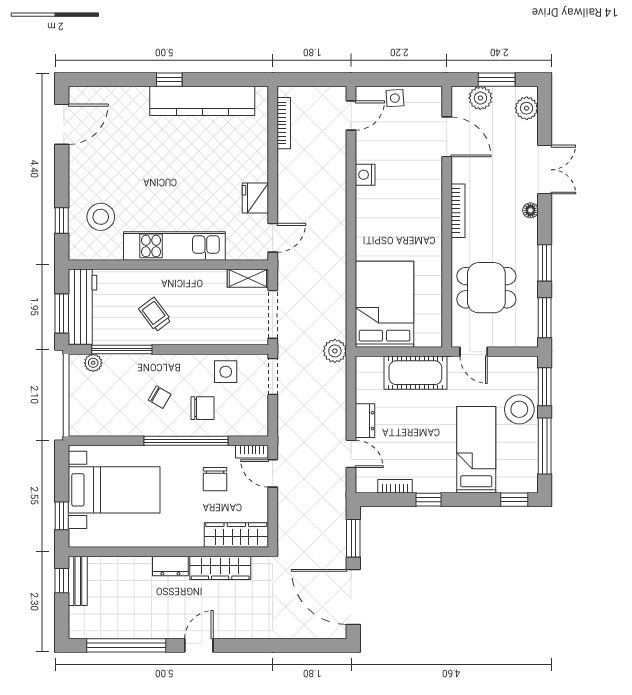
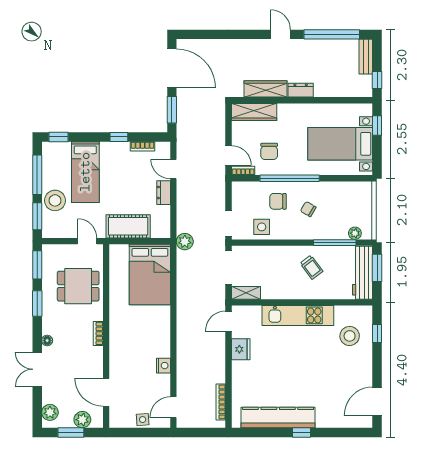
bookcase: (458, 211) -> (98, 333), width x0.64
chair: (215, 479) -> (269, 151), turned 180
bench: (78, 581) -> (366, 57), moved
door: (199, 645) -> (281, 34), swing flipped

